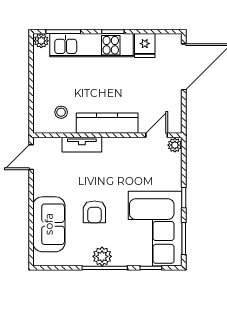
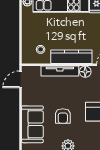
tv unit: (82, 145) -> (60, 71), width x1.41
floor lamp: (128, 146) -> (85, 72), added

